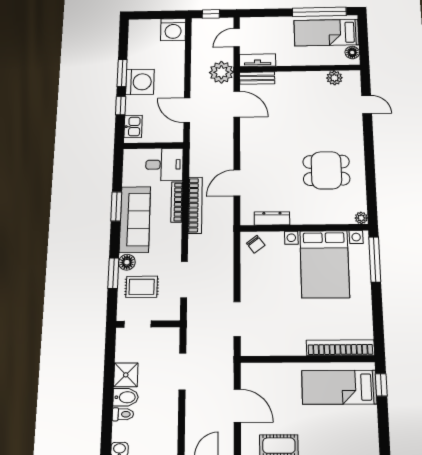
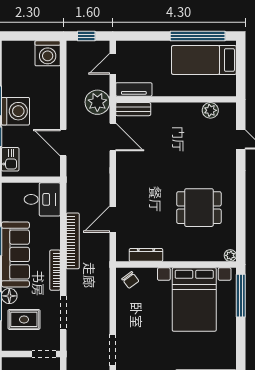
floor lamp: (352, 52) -> (229, 83), removed
bookcase: (177, 202) -> (55, 270), moved
doorway: (138, 324) -> (44, 354), moved

